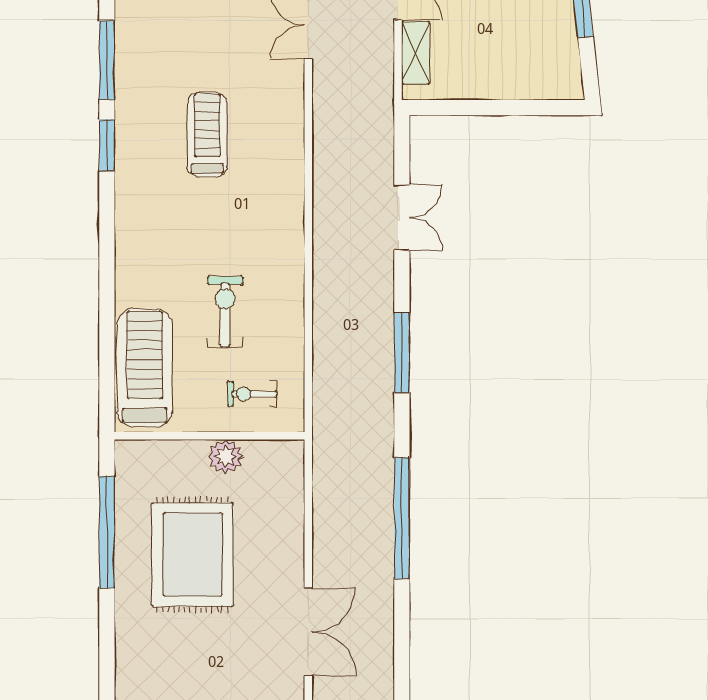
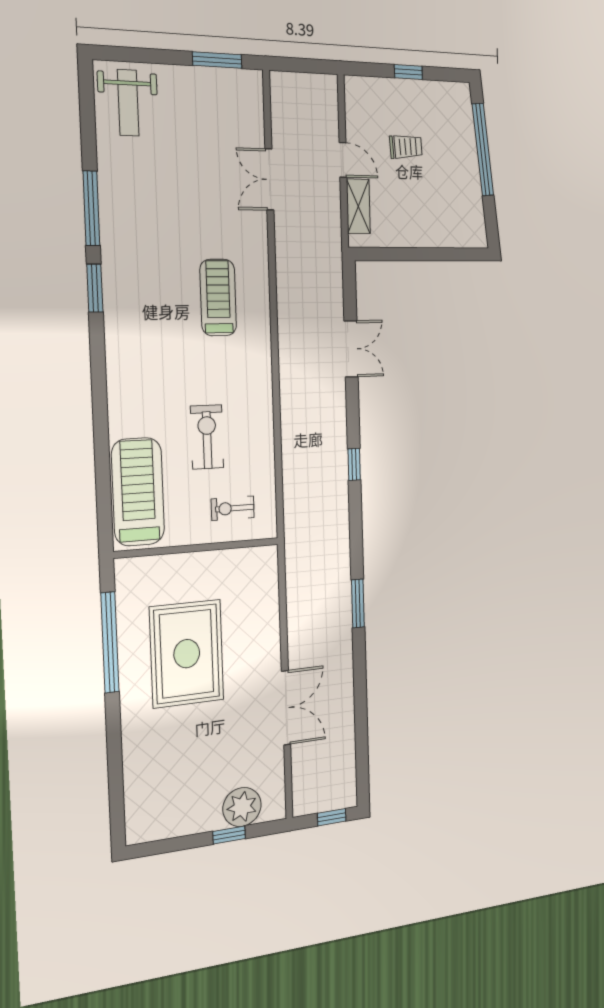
treadmill: (207, 135) -> (218, 298), moved
window: (402, 353) -> (354, 464), width x0.46
plant: (225, 456) -> (212, 565), removed
window: (402, 518) -> (358, 603), width x0.47

